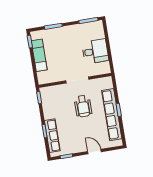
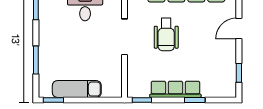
wheelchair: (83, 106) -> (166, 35), turned 90
row of seats: (52, 136) -> (175, 89), moved

